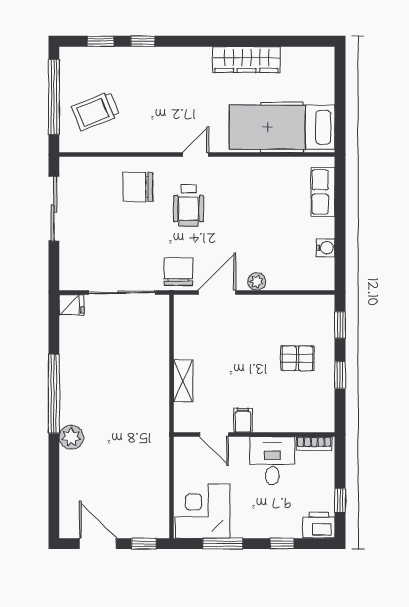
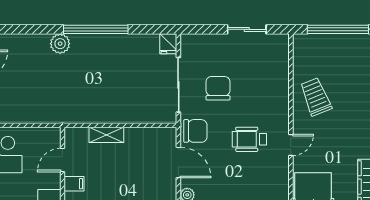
trolley: (96, 111) -> (316, 97), moved
door: (196, 155) -> (291, 145), hinge flipped
chair: (138, 187) -> (218, 88), moved
sliding door: (54, 209) -> (247, 29), width x0.73

